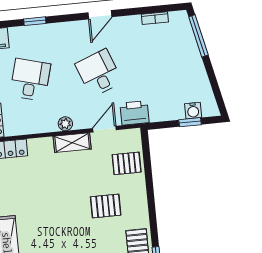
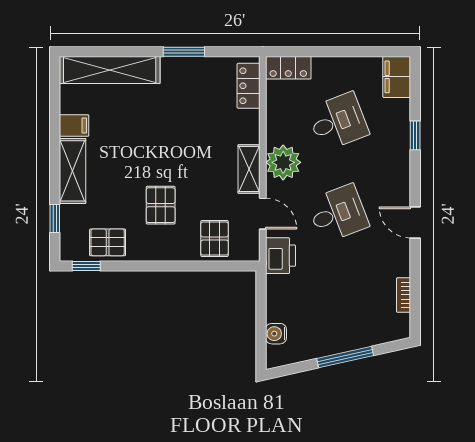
window: (198, 36) -> (345, 357), moved
desk: (30, 80) -> (338, 122), turned -36
window: (190, 122) -> (261, 328), removed
plant: (65, 124) -> (283, 162), width x1.88, depth x1.88

